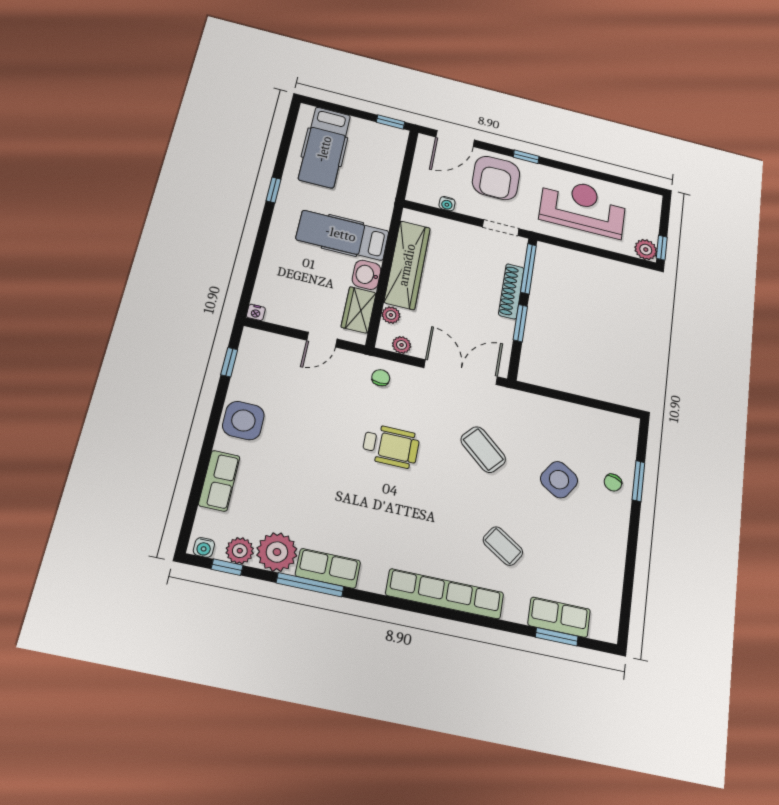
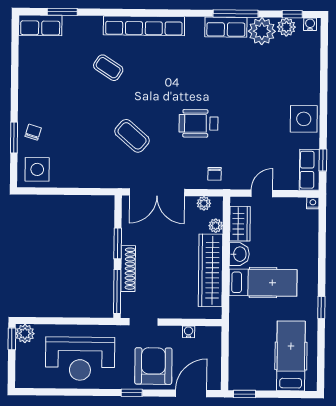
side table: (559, 480) -> (37, 169), moved, turned -33
row of seats: (219, 481) -> (309, 170), moved
row of seats: (559, 617) -> (40, 25), moved

